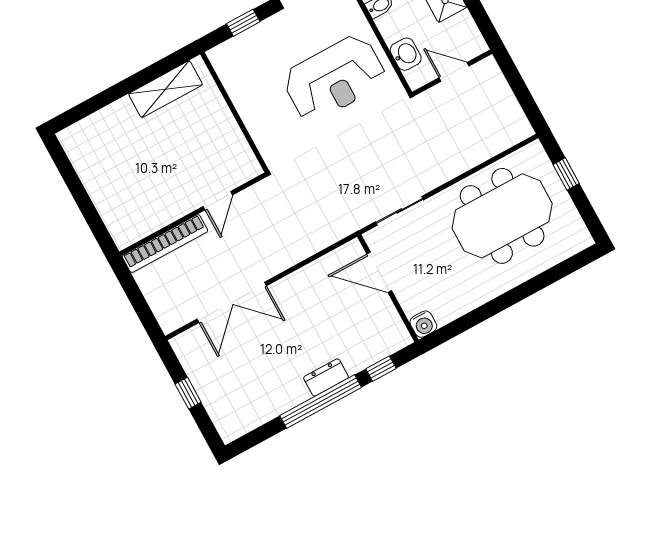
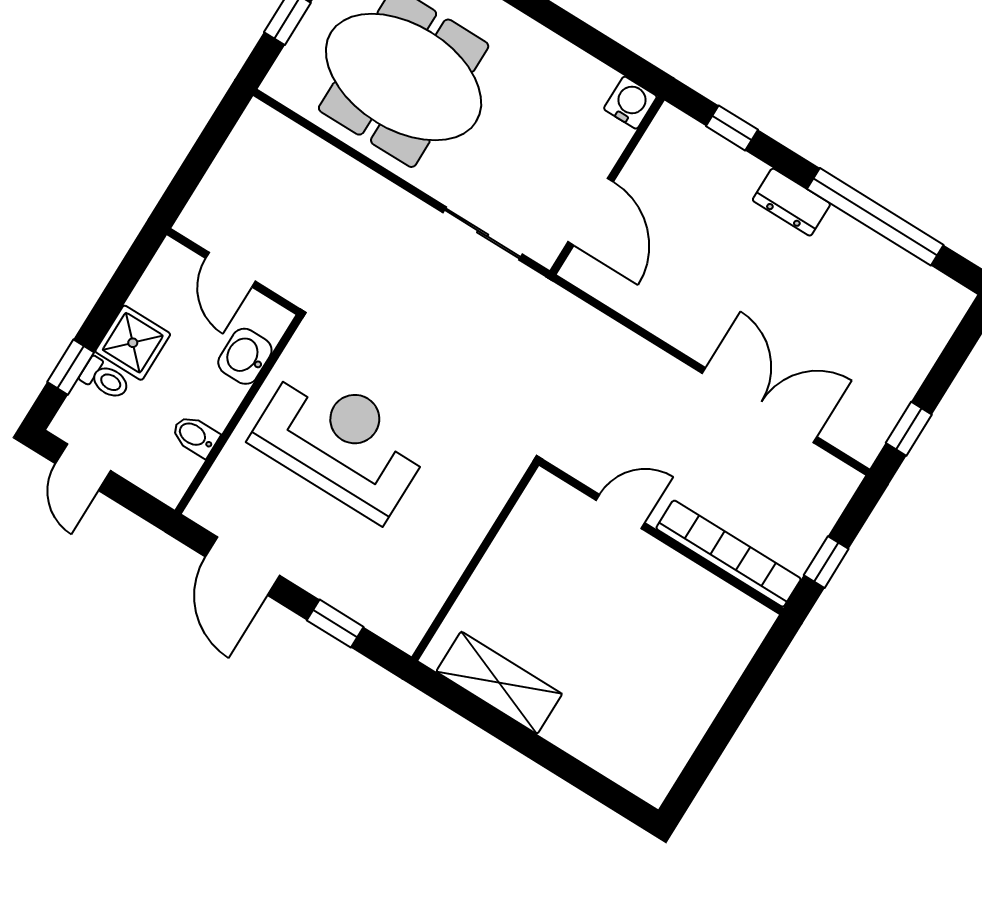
window: (132, 291) -> (826, 562), added
window: (188, 393) -> (909, 429), moved
window: (321, 402) -> (875, 217), moved

